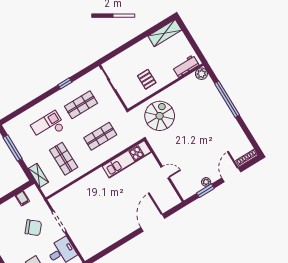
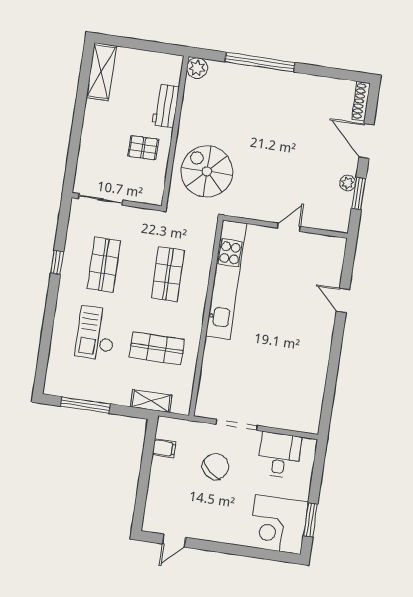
workbench: (186, 66) -> (166, 106), moved
kitchen unit: (127, 159) -> (226, 280), width x1.36
door: (153, 223) -> (343, 300), width x0.53

